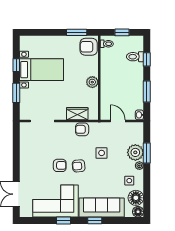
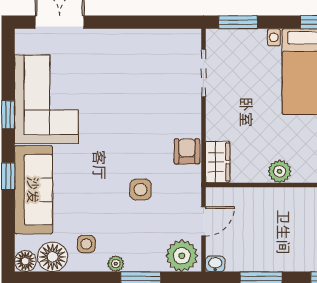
window: (16, 93) -> (238, 22), moved
wardrobe: (77, 114) -> (218, 162), moved
plant: (135, 152) -> (182, 256), moved
armchair: (60, 165) -> (116, 108), removed
armchair: (79, 166) -> (115, 145), removed

